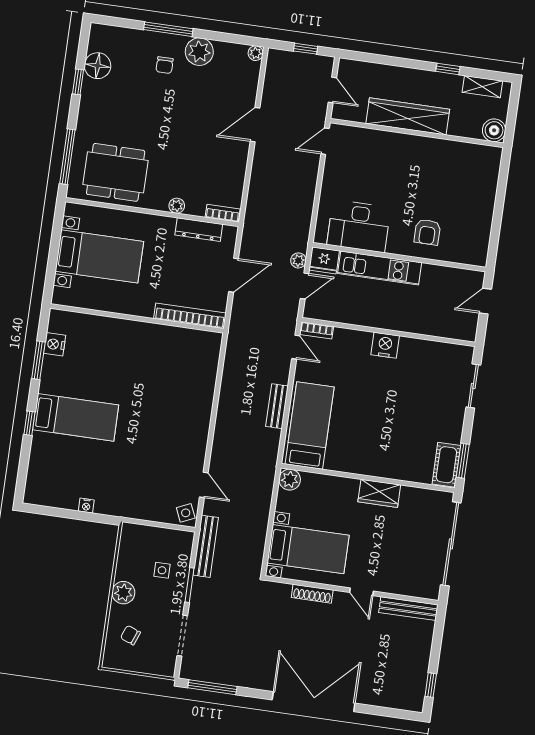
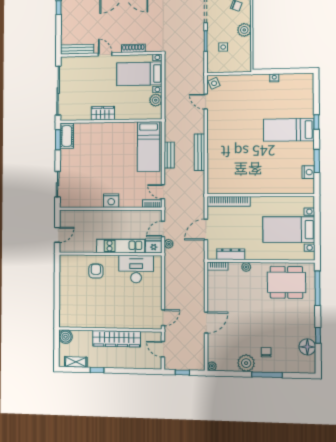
plant: (290, 480) -> (156, 100), moved
bench: (206, 546) -> (199, 152), moved

